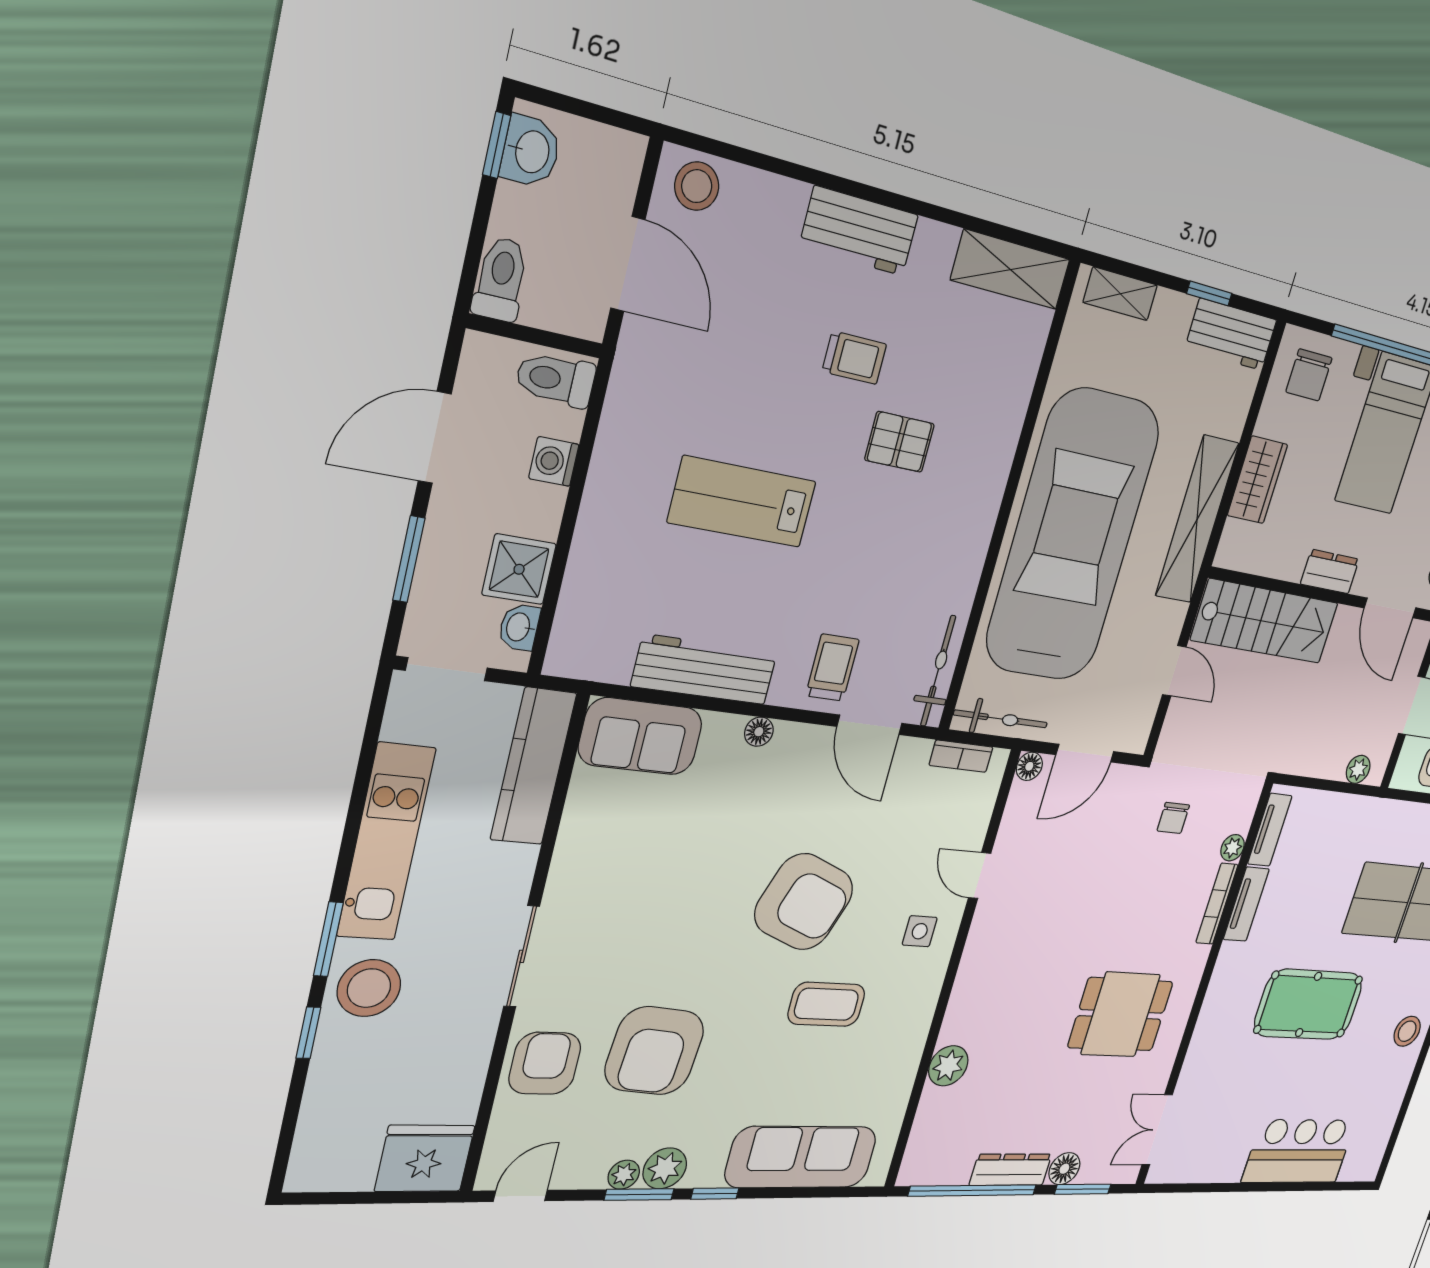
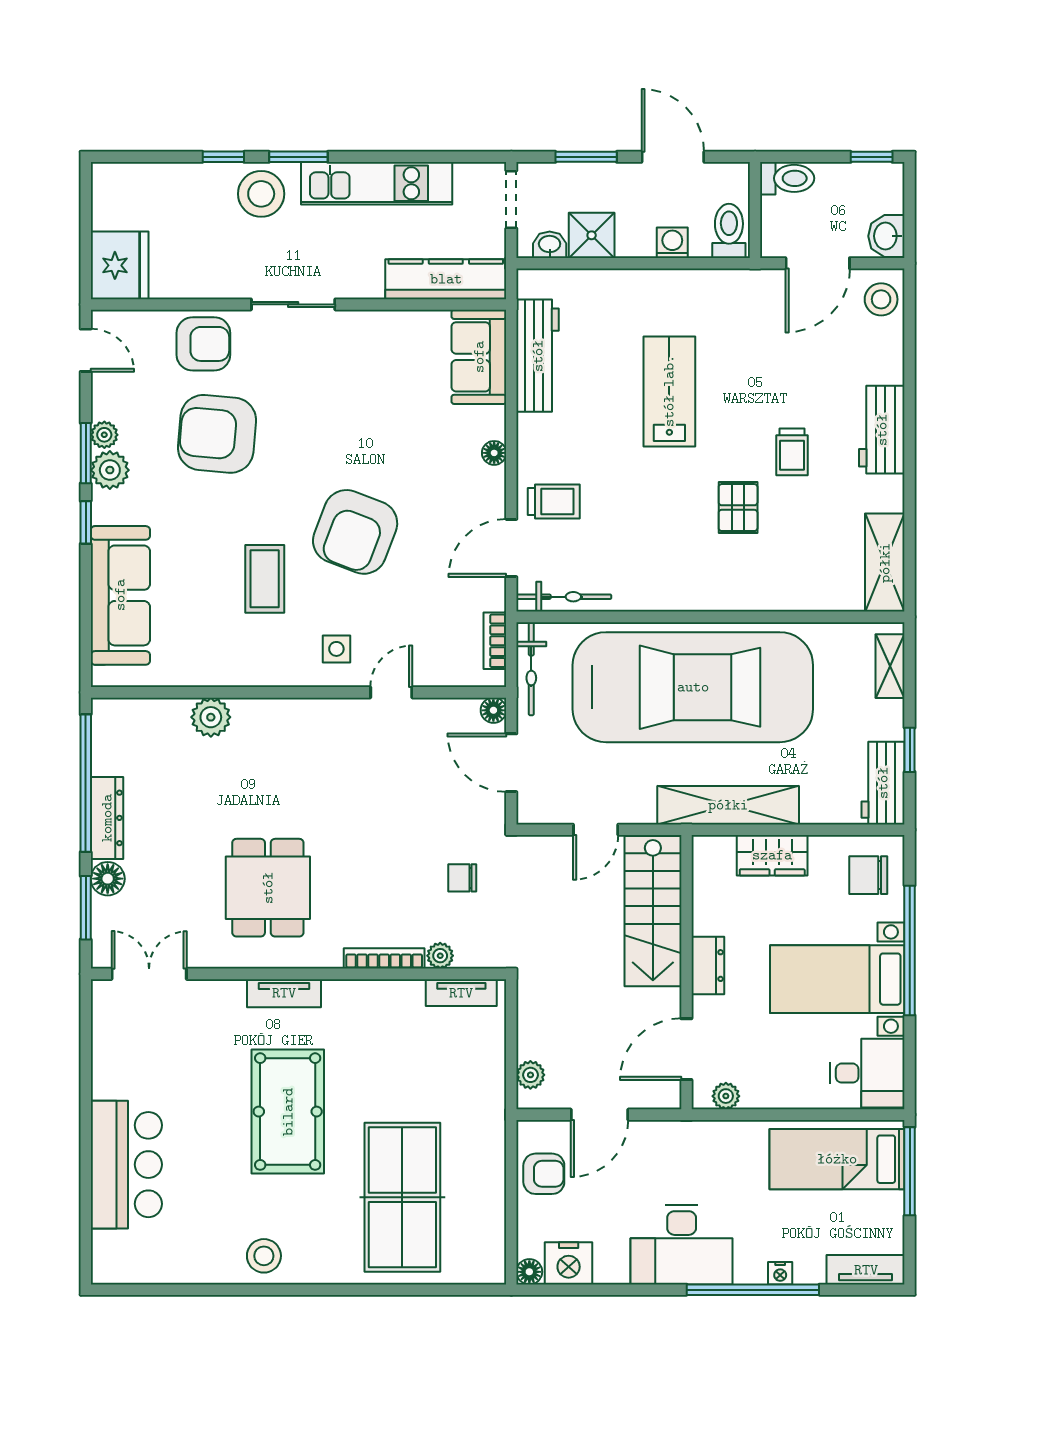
washbasin: (531, 151) -> (886, 236), moved, turned 90
workbench: (705, 670) -> (538, 356), moved
tv unit: (1246, 904) -> (284, 993), moved

